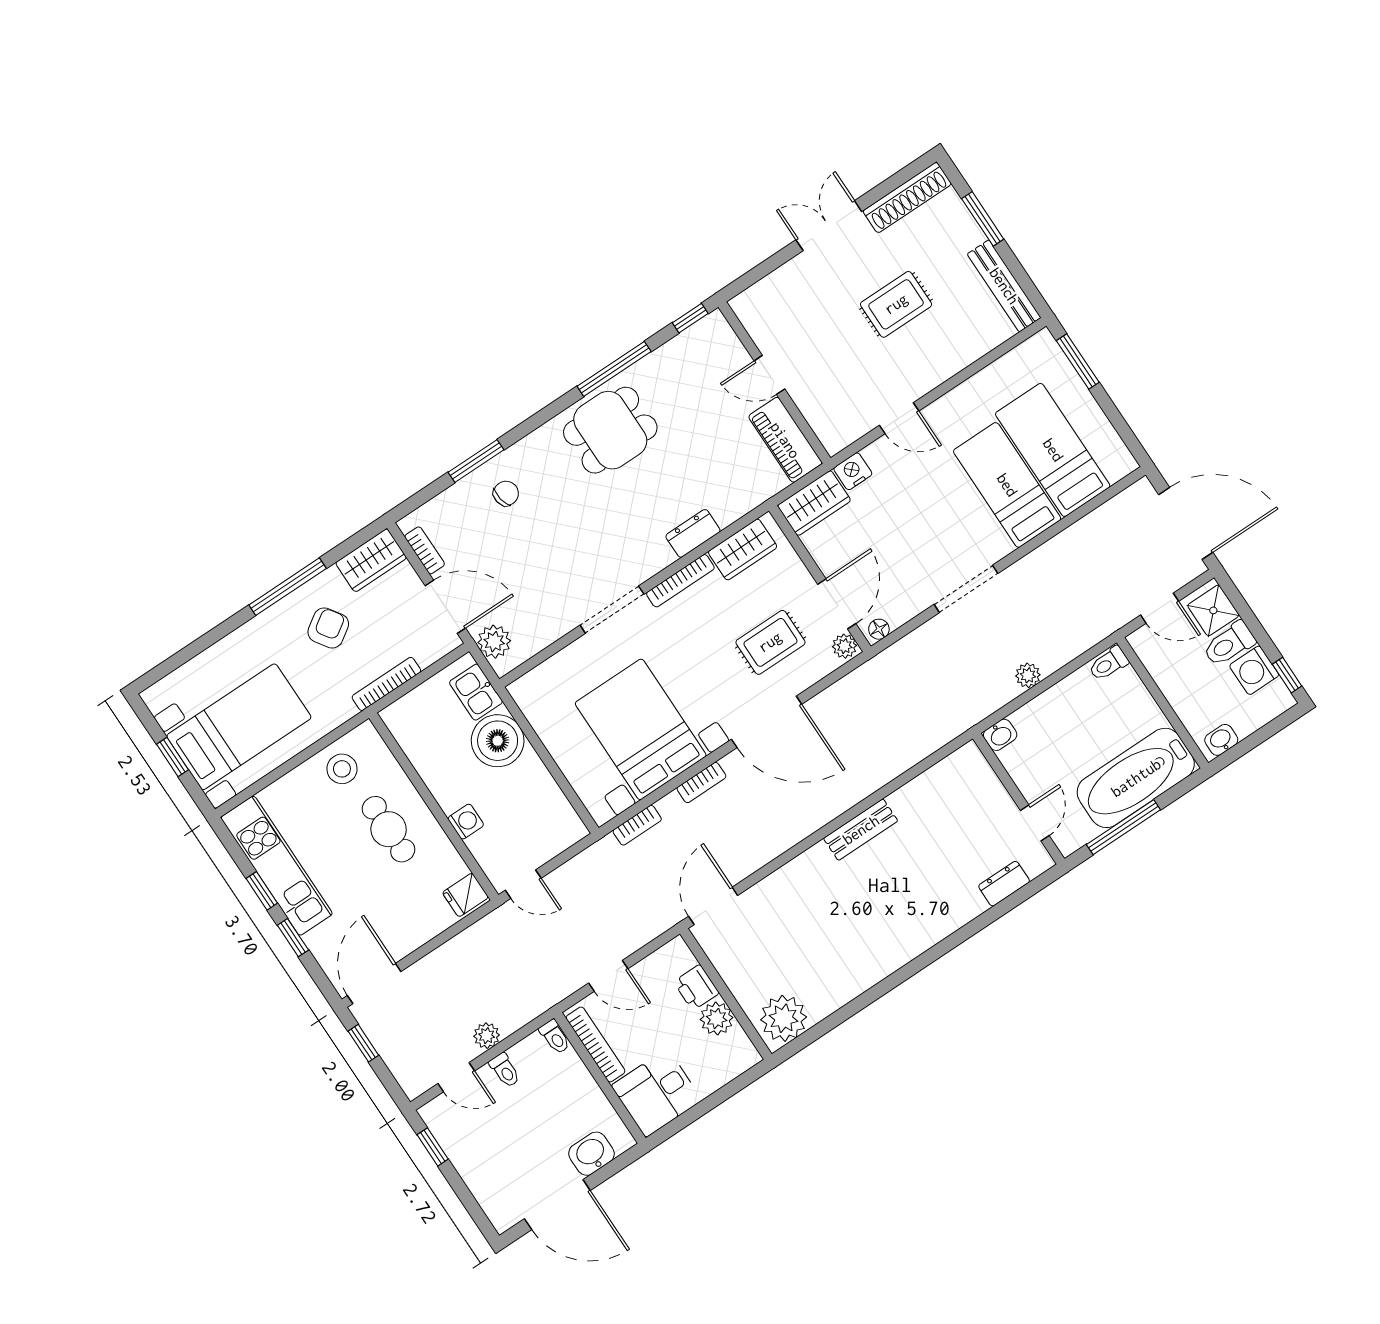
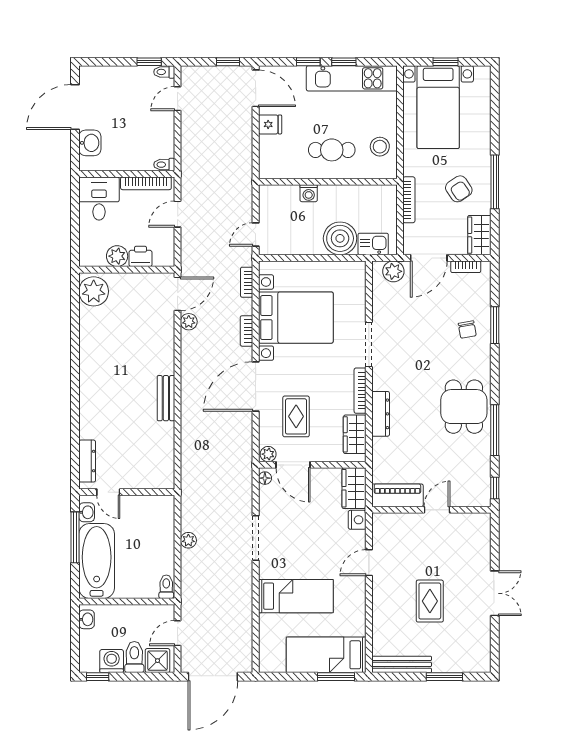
shoe rack: (907, 197) -> (482, 644), removed
bed: (1053, 450) -> (326, 655), moved, turned 180
dresser: (693, 533) -> (381, 414), width x1.44
washbasin: (1000, 735) -> (87, 512), moved, turned 180
door: (523, 884) -> (256, 235), moved
dresser: (1004, 884) -> (87, 461), width x1.44
fridge: (465, 895) -> (270, 124), moved, turned 90
door: (713, 906) -> (178, 294), hinge flipped
plant: (487, 1036) -> (189, 322), moved
toilet: (505, 1070) -> (164, 72), moved

